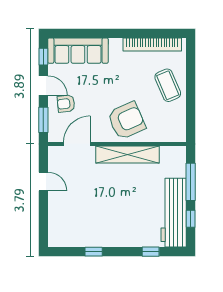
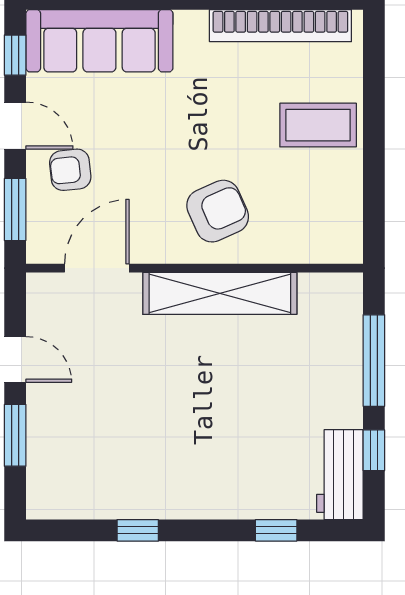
coffee table: (168, 85) -> (318, 125), turned -67
armchair: (127, 121) -> (218, 211), width x0.73, depth x0.73
window: (43, 213) -> (15, 435), added
workbench: (174, 213) -> (340, 475), width x0.53, depth x0.76

